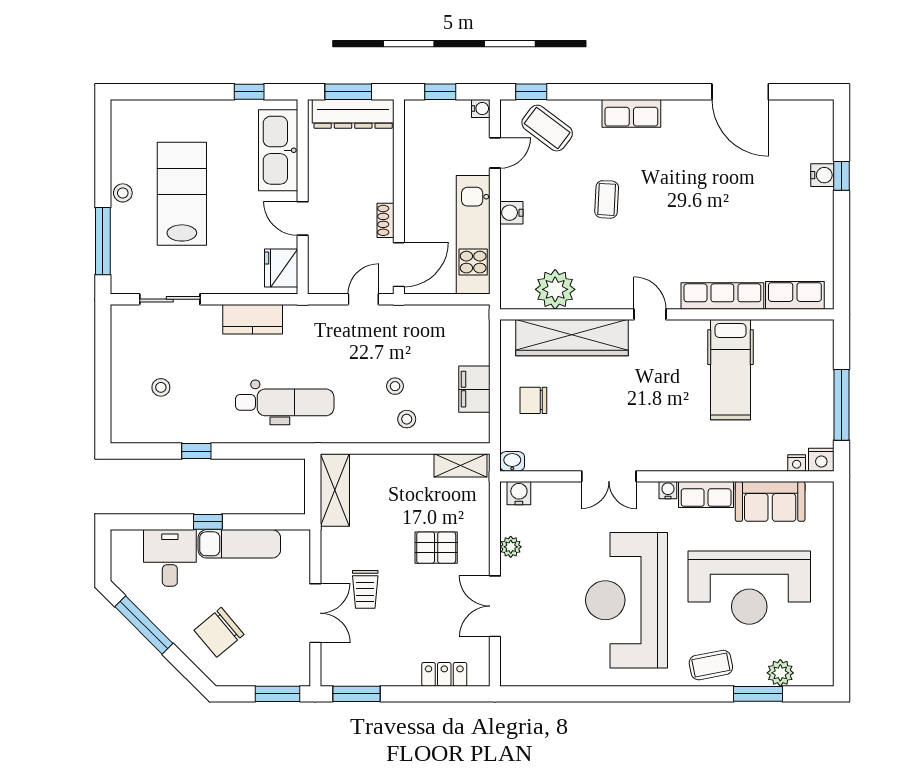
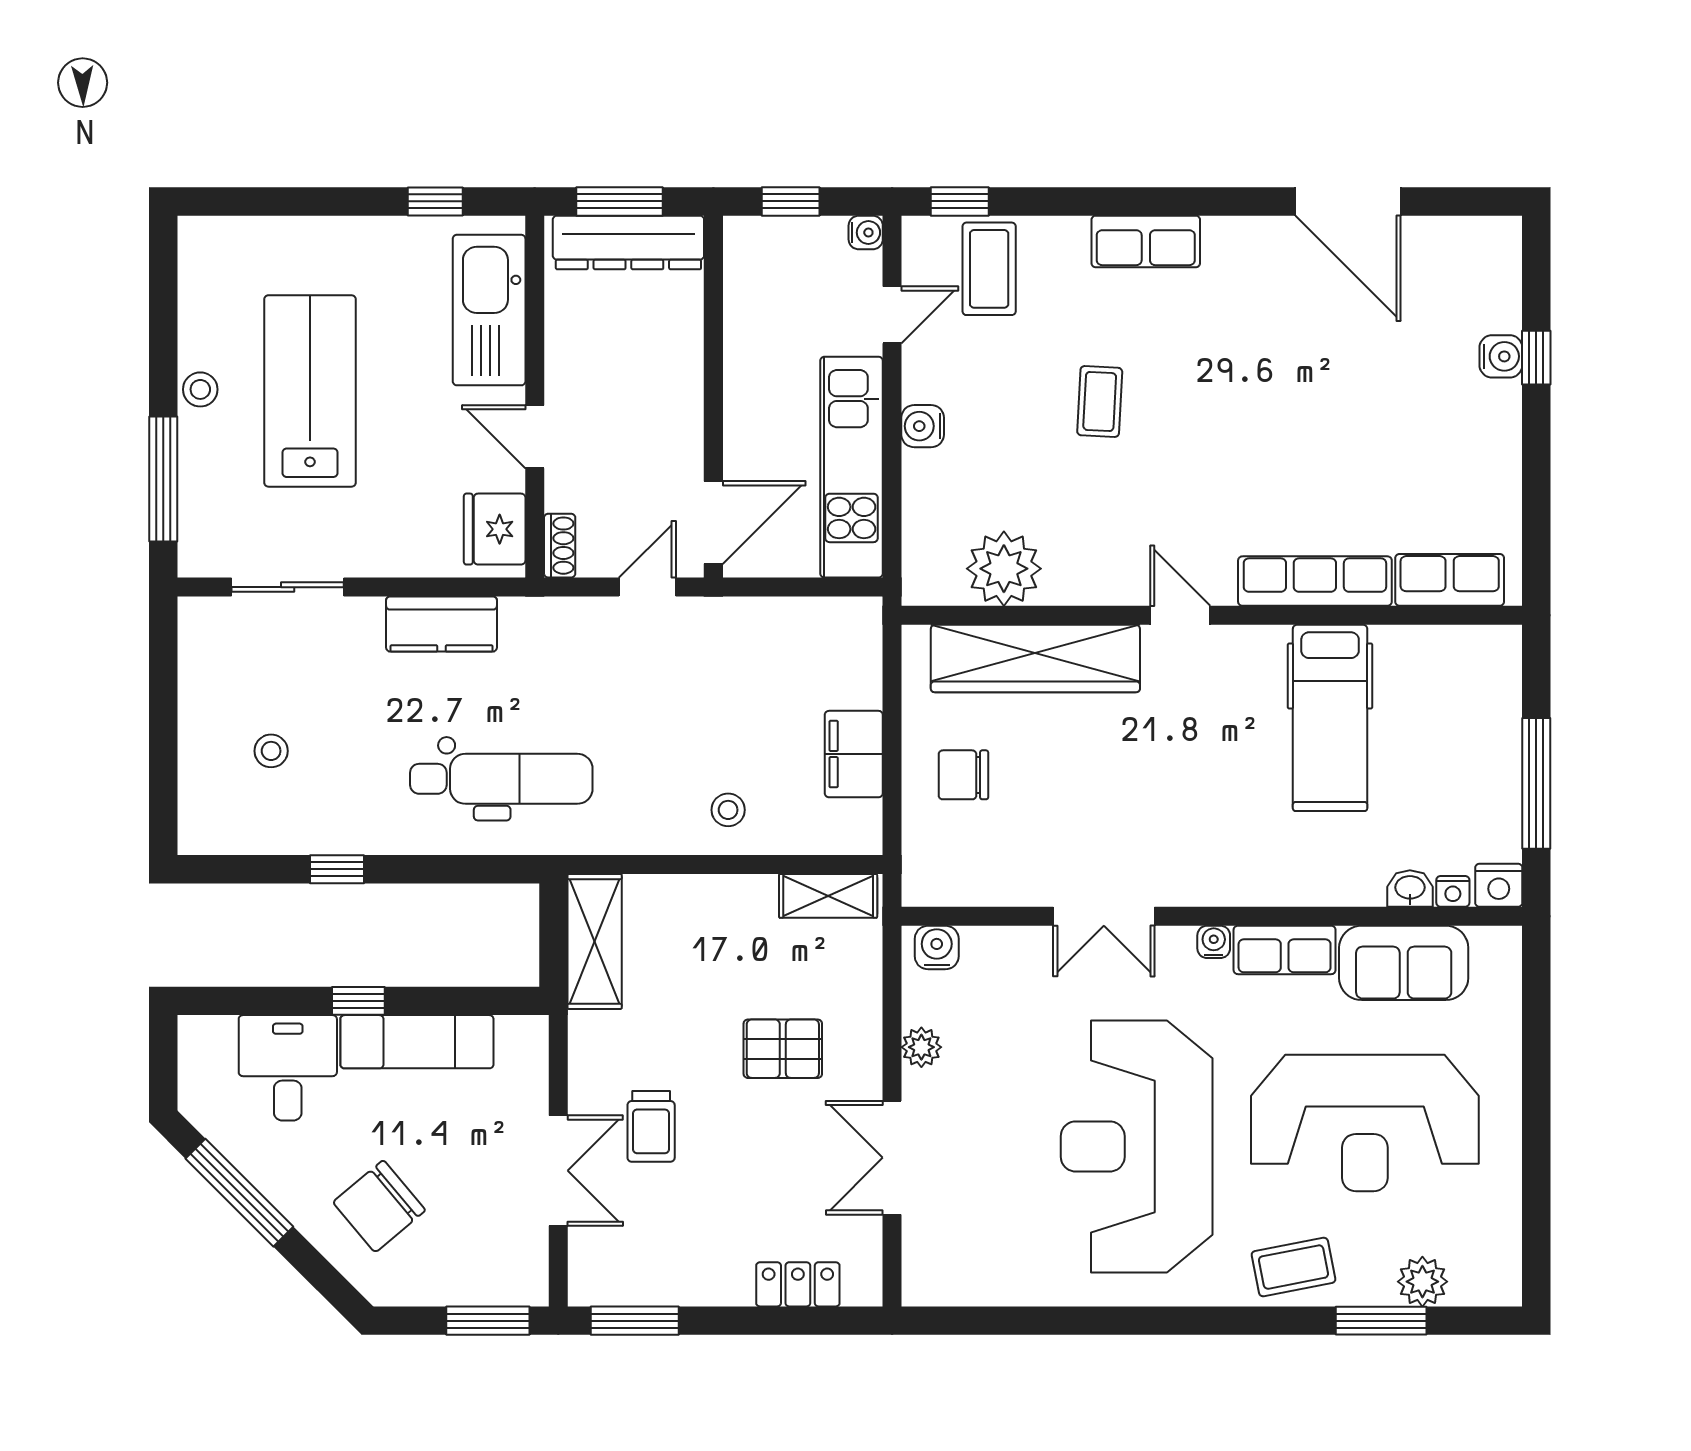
coffee table: (547, 128) -> (989, 269), turned 53
shoe rack: (385, 220) -> (560, 546), moved, turned 180
stool: (395, 386) -> (706, 749), removed
washbasin: (512, 461) -> (1410, 888), moved

